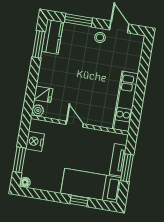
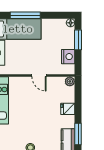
fridge: (43, 94) -> (68, 109), moved
window: (79, 201) -> (25, 15), width x2.17

